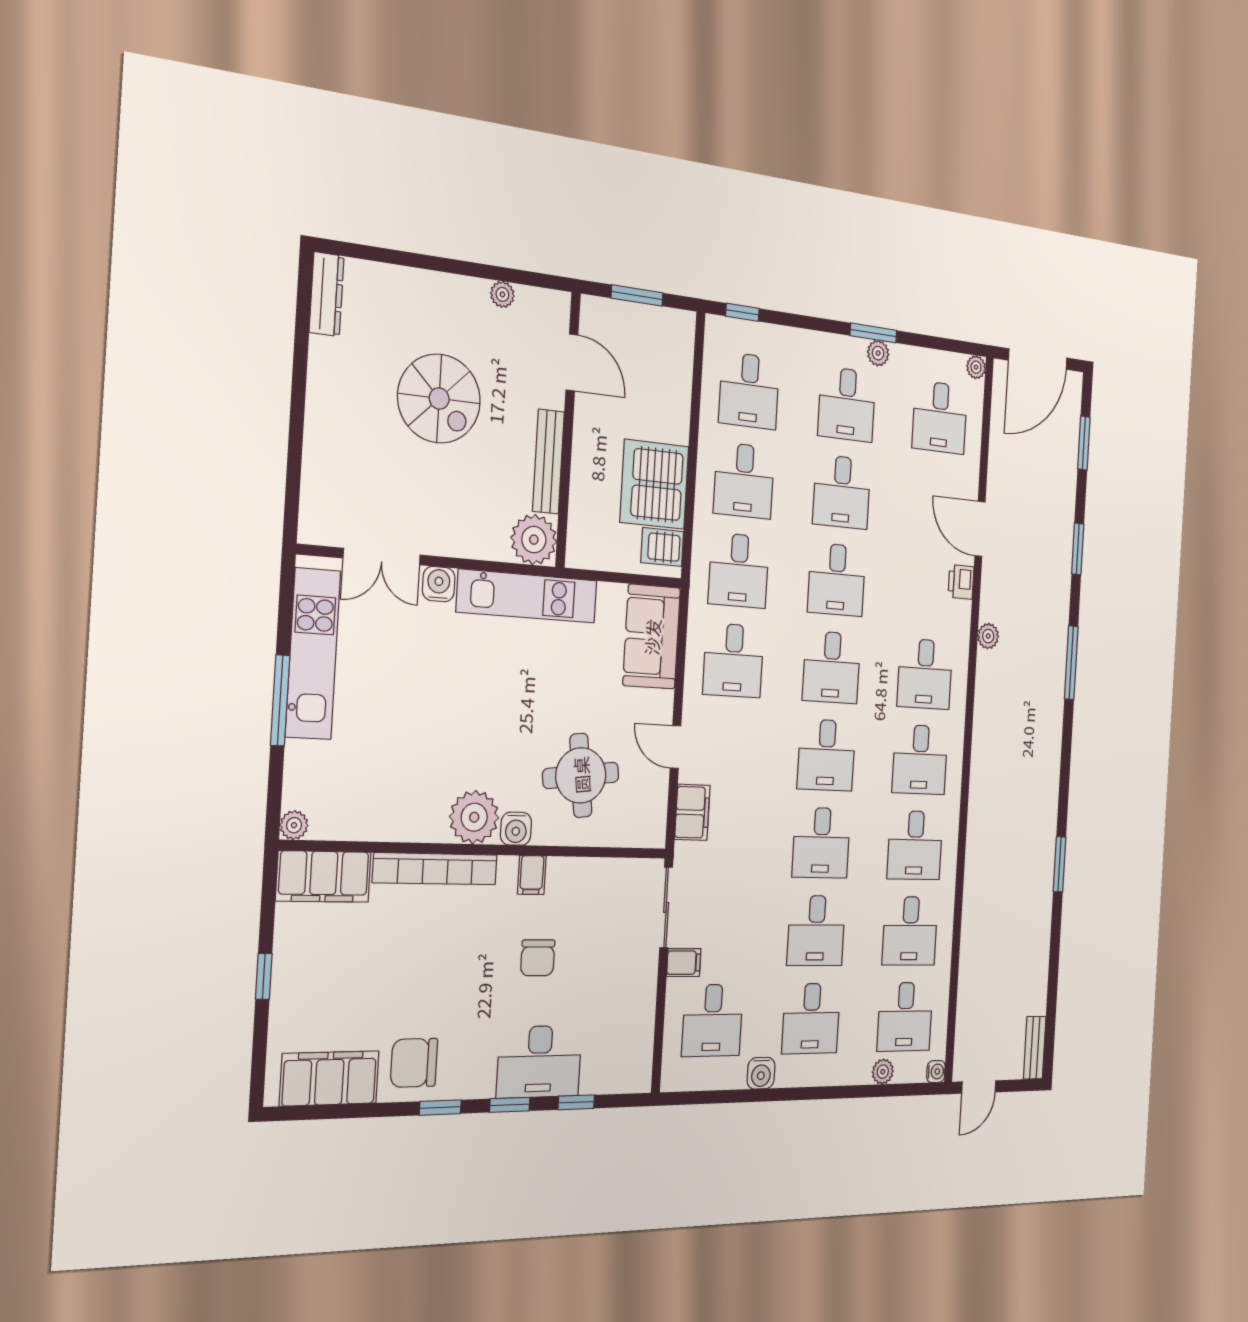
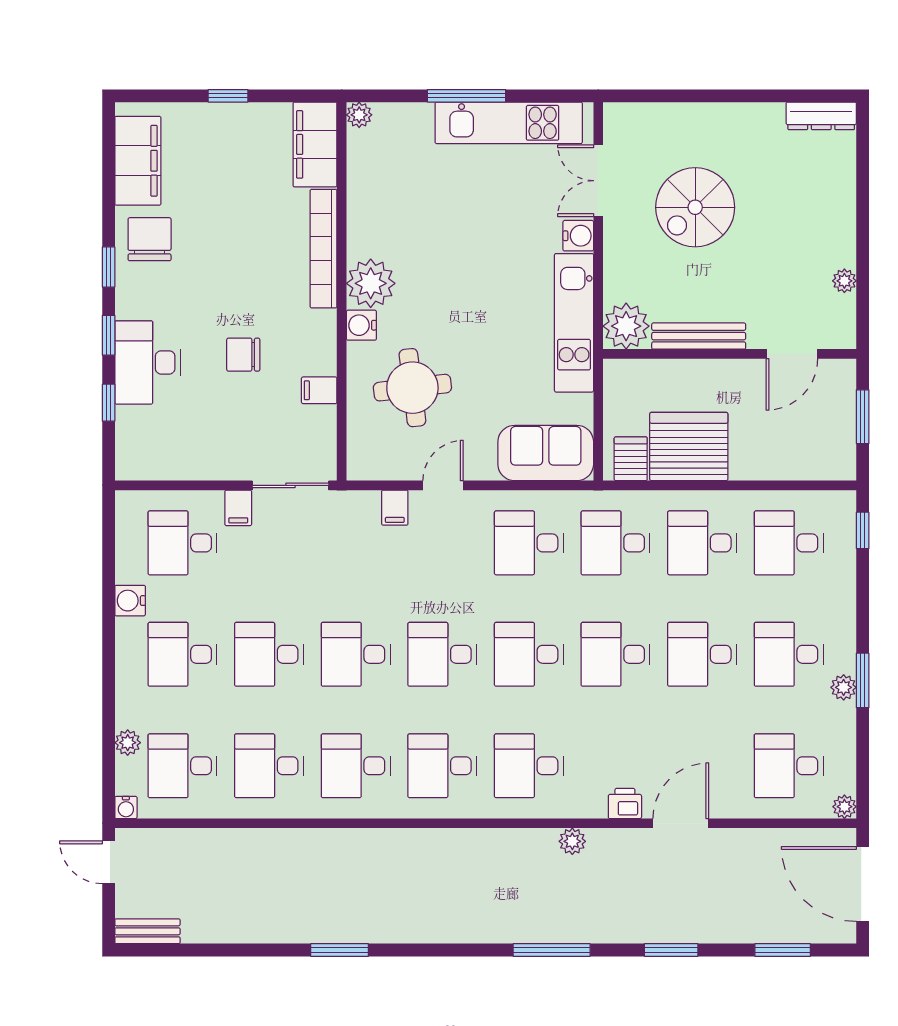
spiral stairs: (439, 399) -> (695, 207), moved
filing cabinet: (692, 812) -> (395, 508), width x0.50
filing cabinet: (532, 875) -> (319, 390), moved

